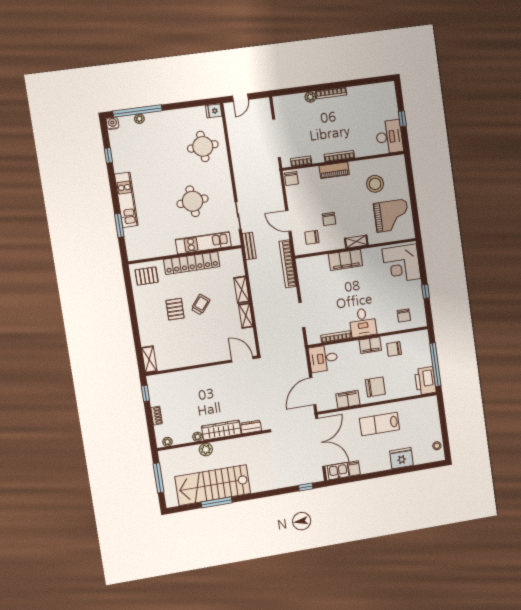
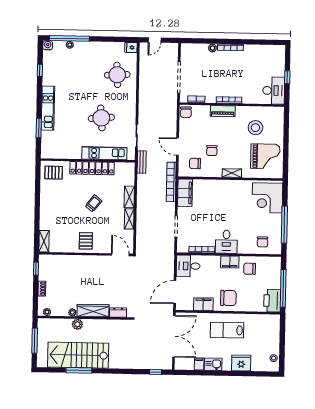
filing cabinet: (345, 260) -> (185, 193), moved, turned -90
window: (426, 291) -> (284, 225), width x3.17
pallet: (175, 309) -> (86, 241), moved
kitchen sink: (338, 471) -> (213, 364), moved

